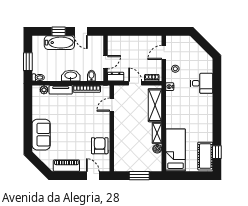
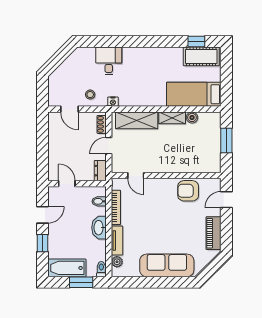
bathtub: (59, 43) -> (67, 268), moved, turned -90
door: (105, 62) -> (67, 184), moved
sofa: (41, 135) -> (167, 265), width x1.36

